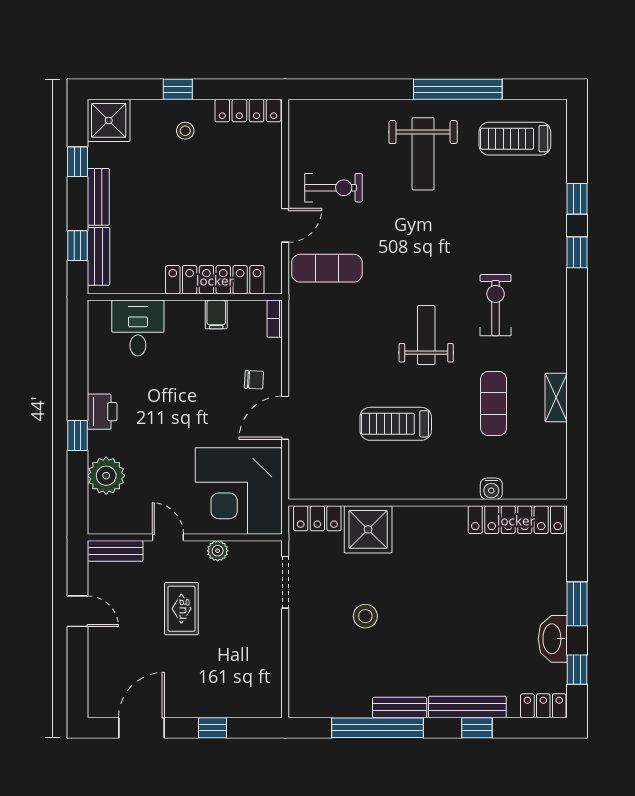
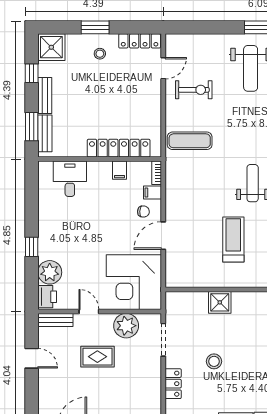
window: (178, 89) -> (95, 27), width x1.50
door: (285, 225) -> (163, 68), moved
window: (77, 246) -> (32, 127), width x1.50
filing cabinet: (268, 350) -> (152, 193), added
printer: (102, 412) -> (47, 297), moved
treadmill: (396, 424) -> (233, 239), turned 90
locker: (317, 518) -> (173, 384), moved, turned -90
shower: (368, 529) -> (220, 302), width x0.73, depth x0.73
plant: (218, 551) -> (126, 326), width x1.87, depth x1.87
rug: (181, 609) -> (97, 357), turned 90

